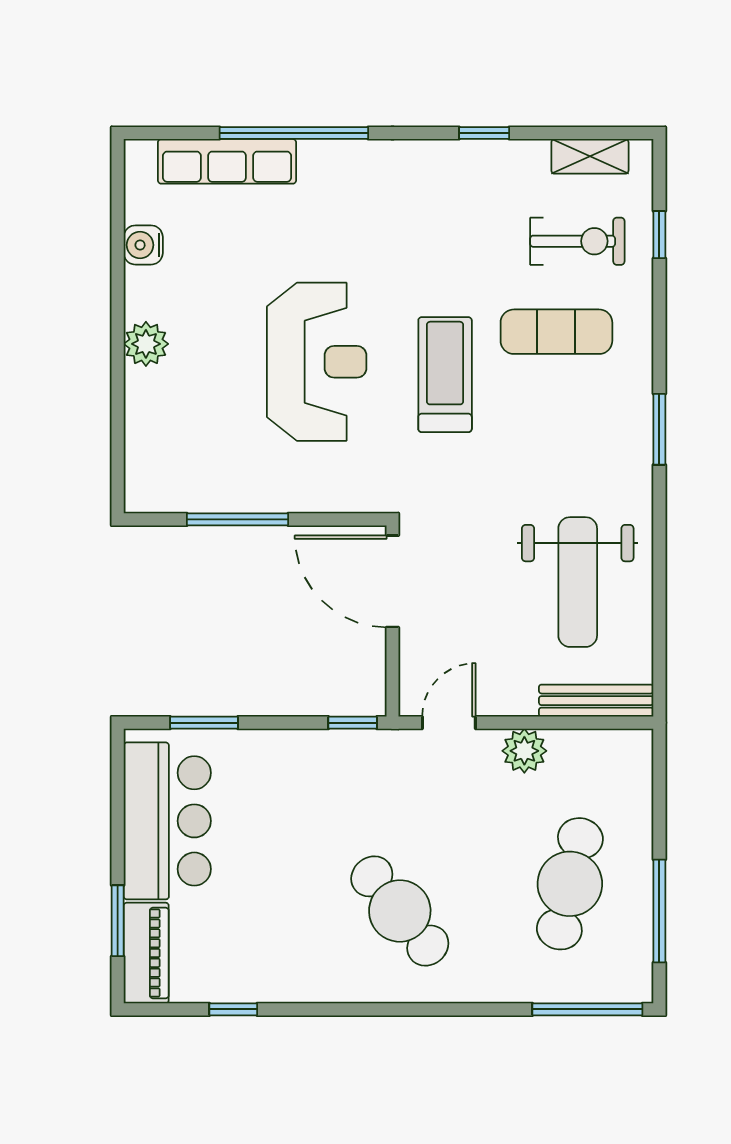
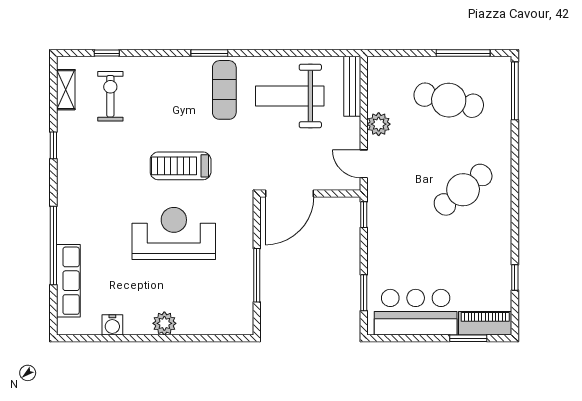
exercise mat: (556, 332) -> (224, 90), moved
weight bench: (578, 582) -> (290, 96), turned 180

